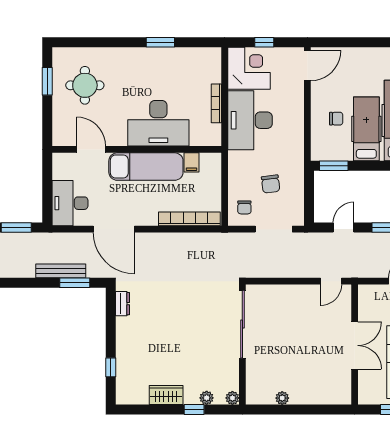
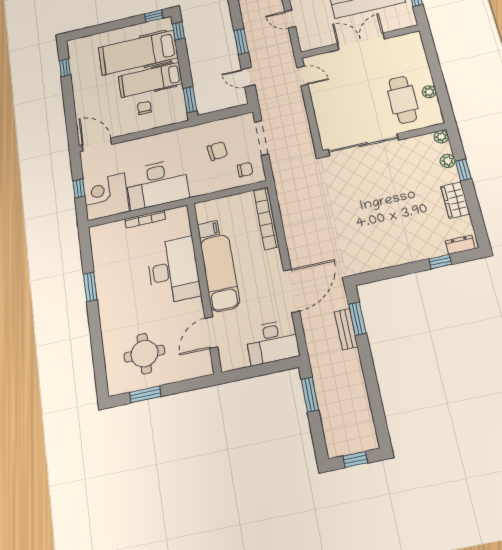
bench: (61, 271) -> (346, 329), width x0.73
dresser: (123, 304) -> (460, 245), moved
cafe table: (280, 371) -> (403, 100), added

